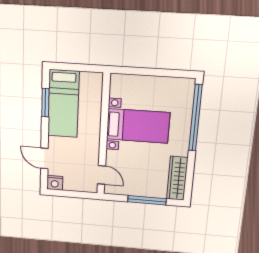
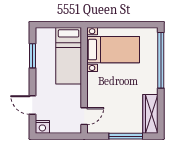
bed: (63, 104) -> (69, 56), moved
bed with nightstands: (138, 126) -> (113, 50), moved
door: (102, 175) -> (84, 116), hinge flipped

